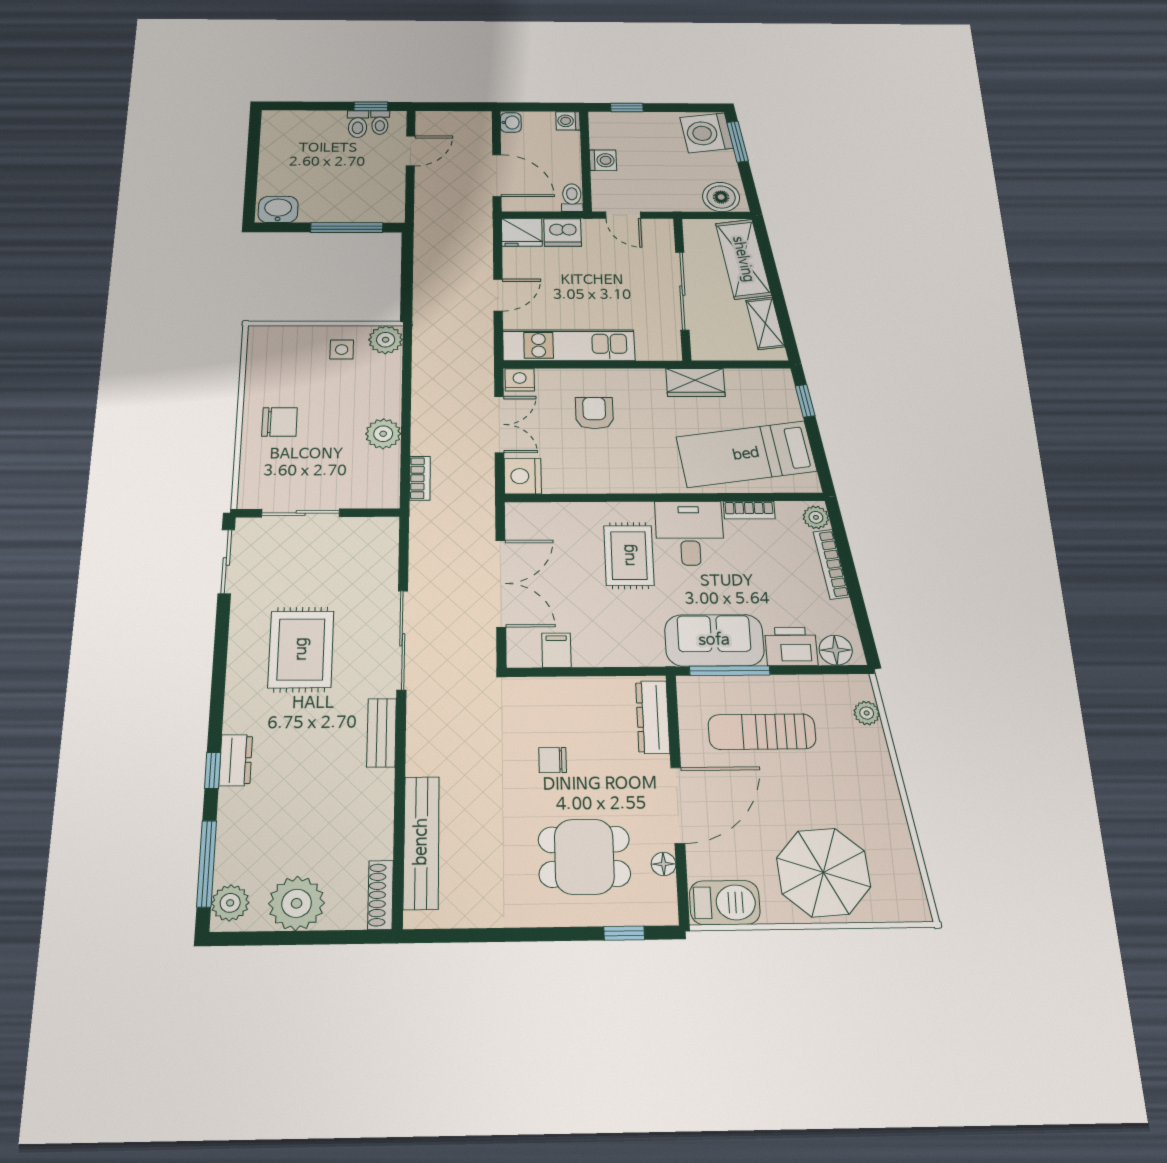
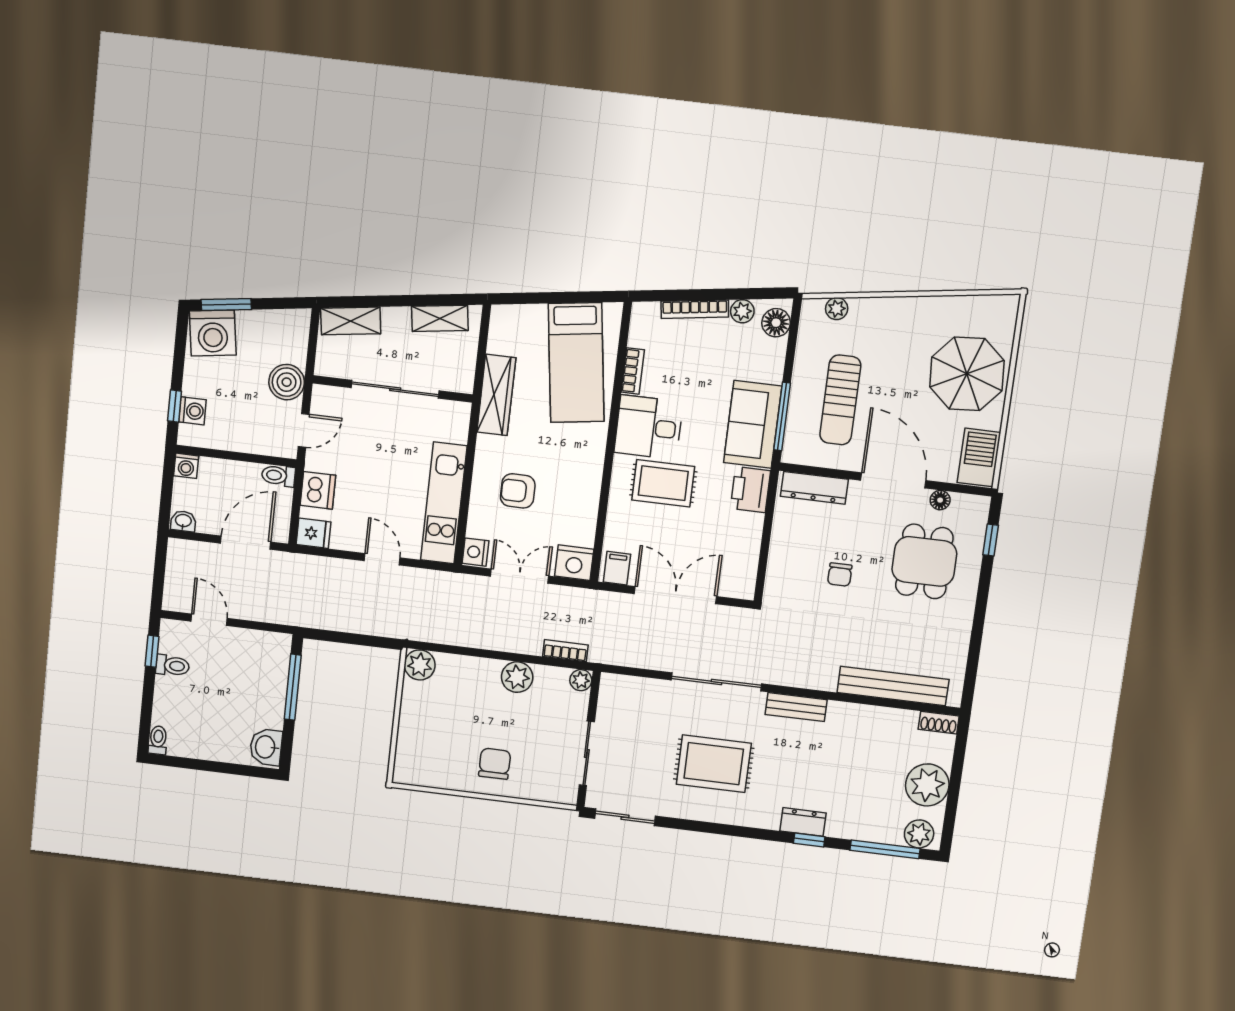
toilet: (380, 123) -> (158, 740), moved, turned -90
washing machine: (603, 160) -> (192, 411), moved, turned 90
boiler: (721, 197) -> (287, 382), moved
fridge: (522, 232) -> (314, 533), width x0.72
shelving: (743, 259) -> (351, 321), width x0.67, depth x0.75
side table: (342, 350) -> (426, 704), removed
wardrobe: (695, 382) -> (496, 395), width x1.50
window: (805, 401) -> (527, 298), removed
plant: (387, 497) -> (581, 680), added
plant: (816, 517) -> (742, 311), moved
printer: (791, 646) -> (750, 490), moved
filing cabinet: (556, 650) -> (617, 568), moved, turned 90
shoe rack: (381, 895) -> (939, 723), width x0.70

